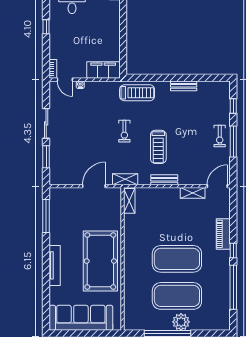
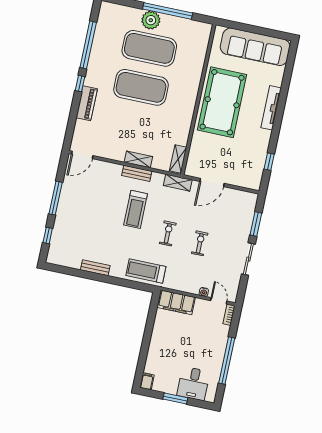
window: (46, 27) -> (227, 361), width x3.17
exercise bike: (220, 136) -> (200, 243), moved
treadmill: (158, 147) -> (136, 209), turned 180
shelving: (193, 193) -> (138, 159), moved
window: (46, 216) -> (269, 162), width x0.46

